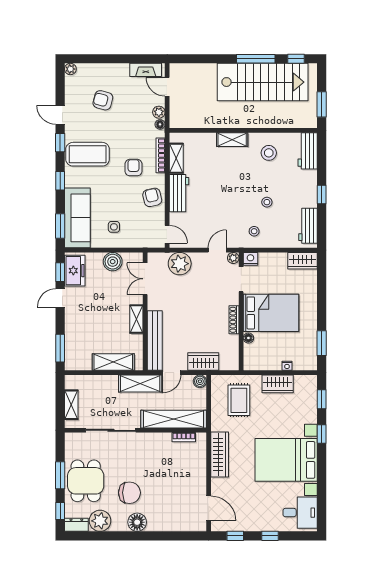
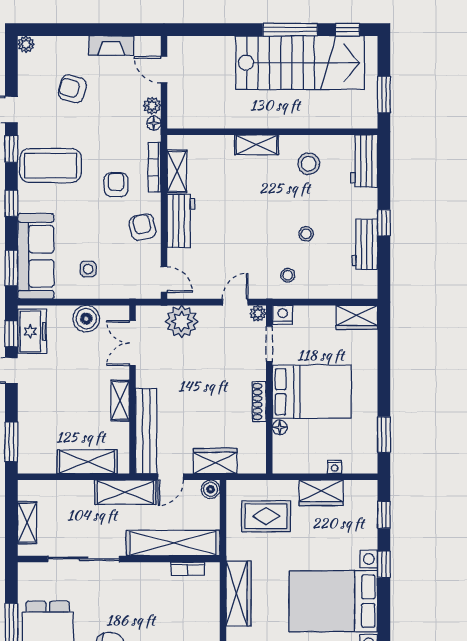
fireplace: (146, 70) -> (111, 46), moved
workbench: (308, 226) -> (365, 244), moved
rug: (239, 400) -> (266, 516), turned 90

